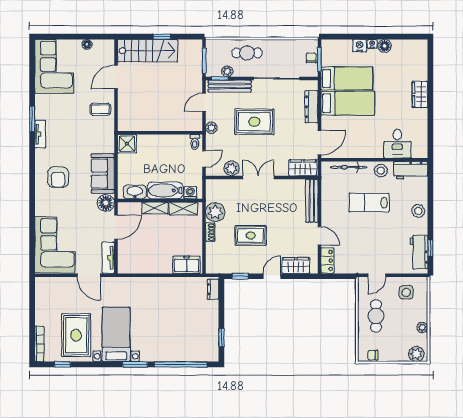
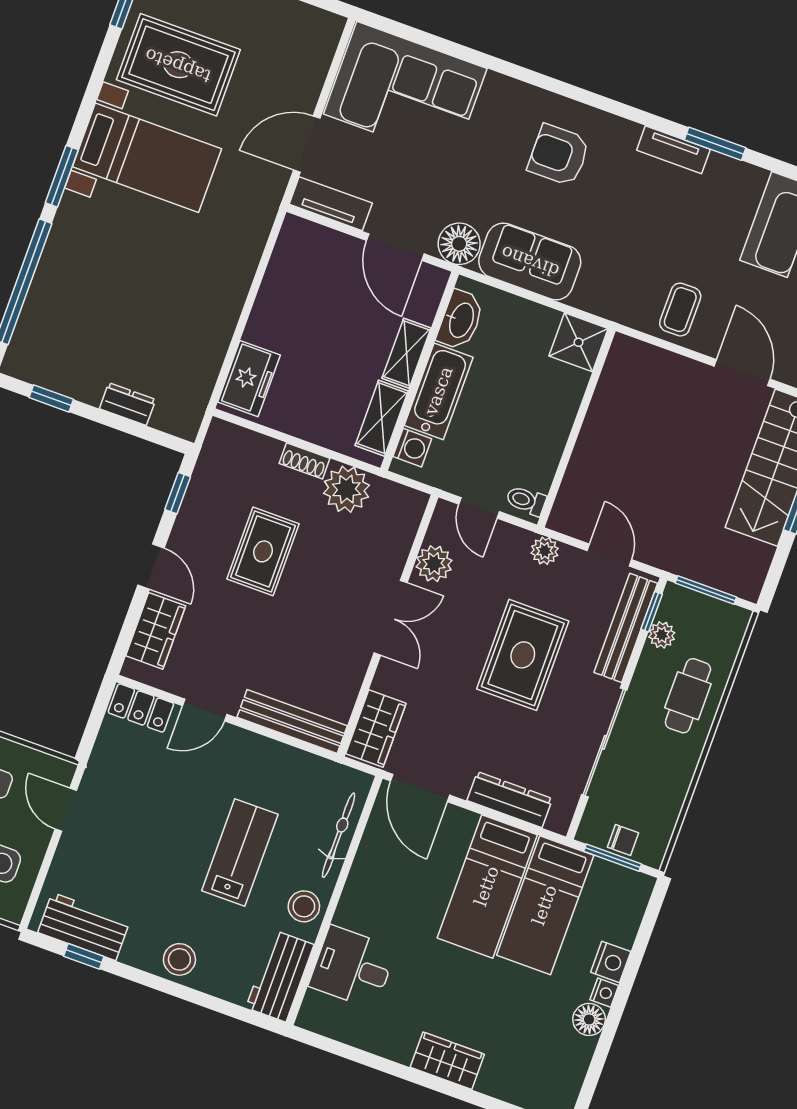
dresser: (213, 289) -> (128, 404), moved

